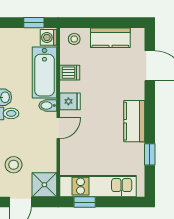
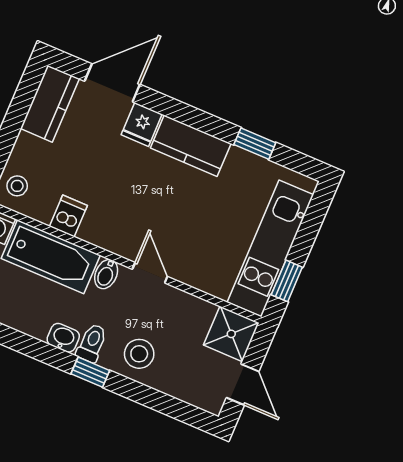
kitchen counter: (110, 38) -> (50, 104), moved
fridge: (70, 101) -> (142, 124), moved, turned 180
stool: (14, 165) -> (139, 354), moved

